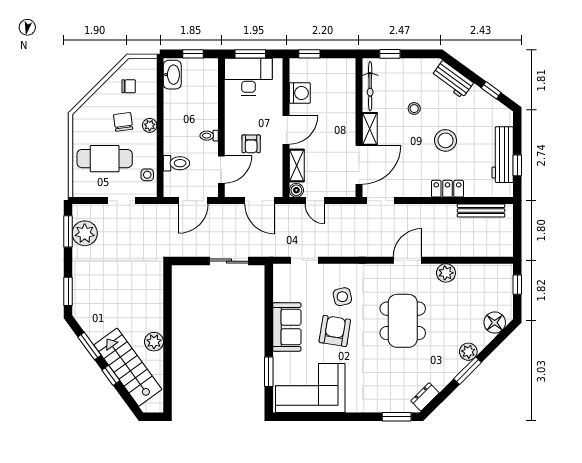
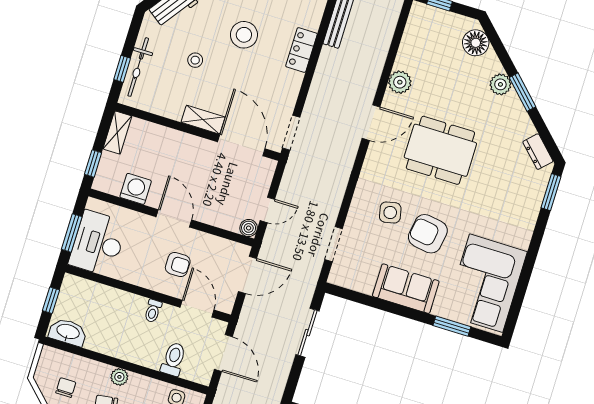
bicycle: (370, 86) -> (138, 67), moved, turned 90
shelving: (297, 165) -> (117, 132), moved, turned 90
door: (408, 260) -> (371, 123), swing flipped

